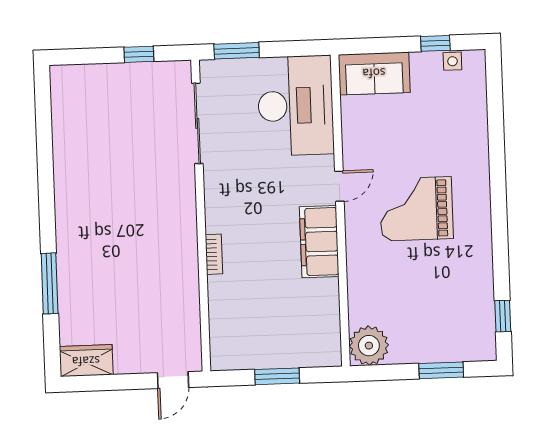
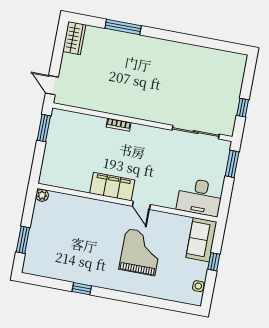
window: (435, 43) -> (214, 262), moved
desk: (296, 106) -> (200, 197), width x0.73, depth x0.77
grand piano: (416, 209) -> (140, 252), moved
window: (503, 316) -> (82, 289), moved
plant: (369, 346) -> (42, 195), width x0.53, depth x0.53
window: (277, 376) -> (44, 128), moved

